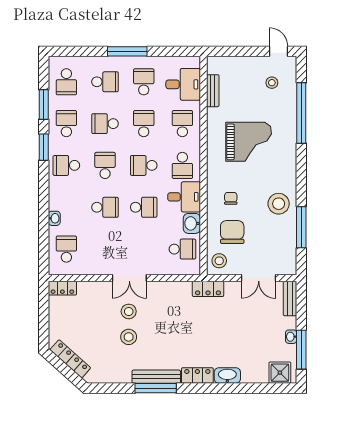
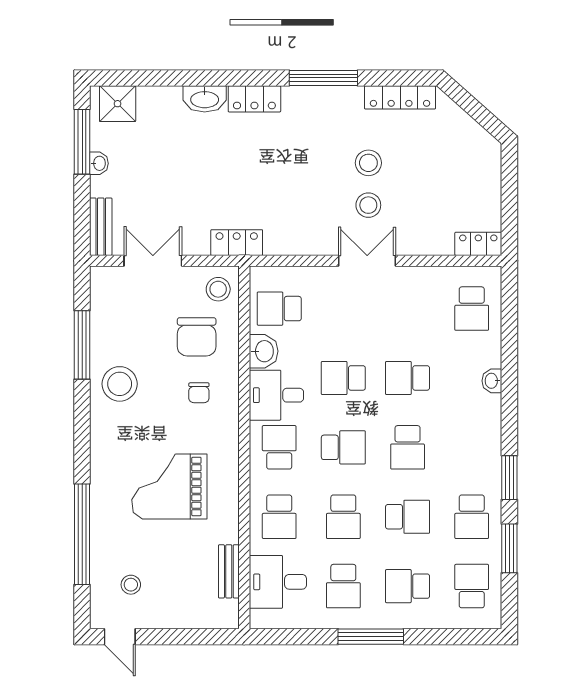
school desk: (66, 165) -> (472, 447), removed
washbasin: (54, 218) -> (492, 381), moved
locker: (70, 359) -> (400, 97), moved, turned -42
bench: (156, 377) -> (323, 97), removed

